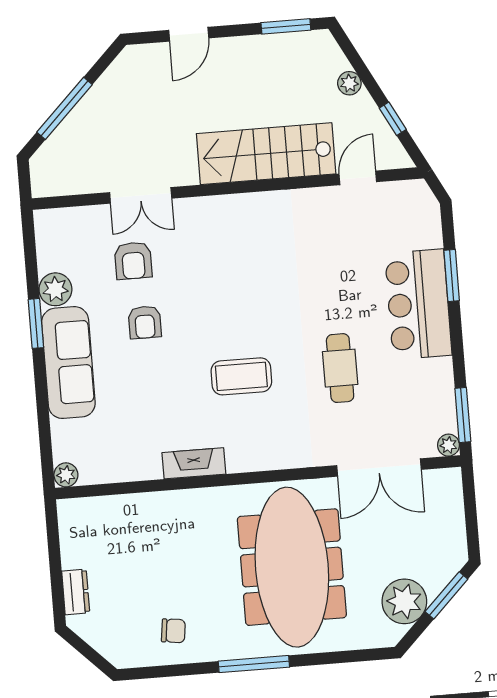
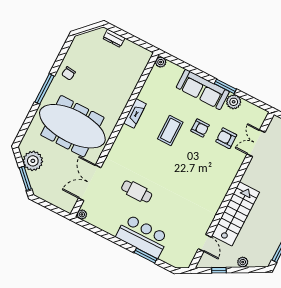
double door: (141, 195) -> (256, 143), moved
armchair: (145, 322) -> (200, 128), turned 180
coffee table: (241, 376) -> (170, 130), moved
window: (463, 415) -> (90, 227), removed
chair: (173, 631) -> (69, 73), moved

